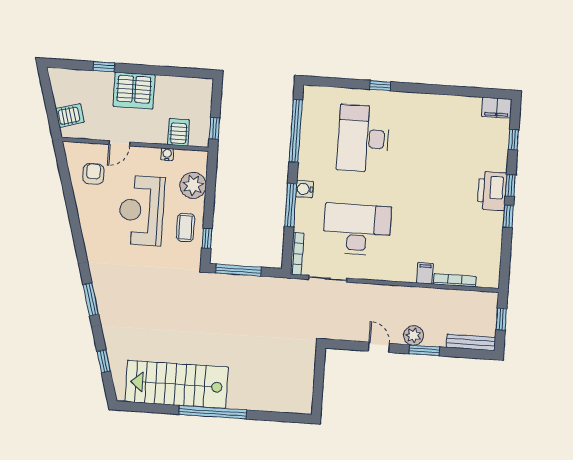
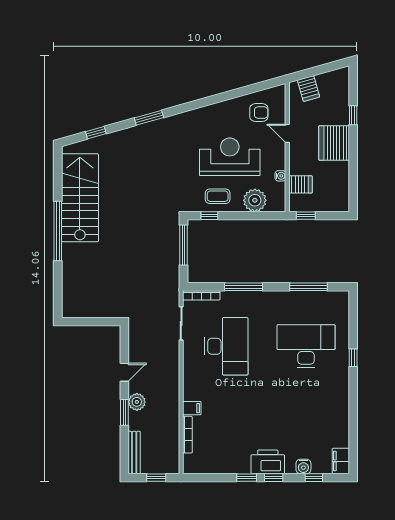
window: (296, 131) -> (308, 287), width x0.68
water cooler: (304, 189) -> (303, 466), moved, turned 180

